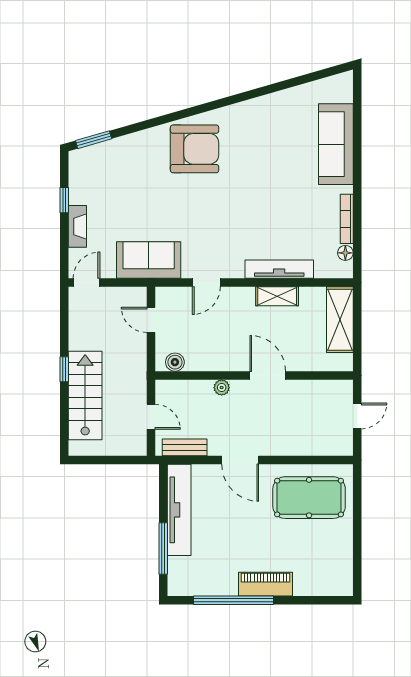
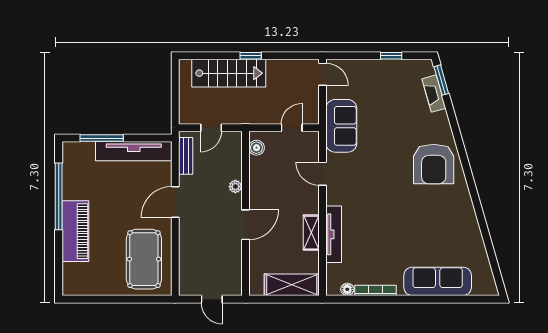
fireplace: (77, 226) -> (434, 94), moved, turned 74
piano: (265, 584) -> (75, 231), width x1.37, depth x1.33

